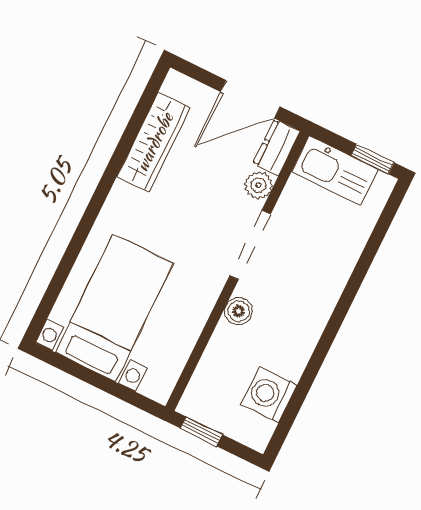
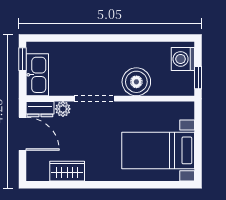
wardrobe: (154, 142) -> (67, 171), width x0.67
boiler: (239, 311) -> (136, 82), width x1.86, depth x1.86
washing machine: (269, 395) -> (183, 59), moved, turned 90

